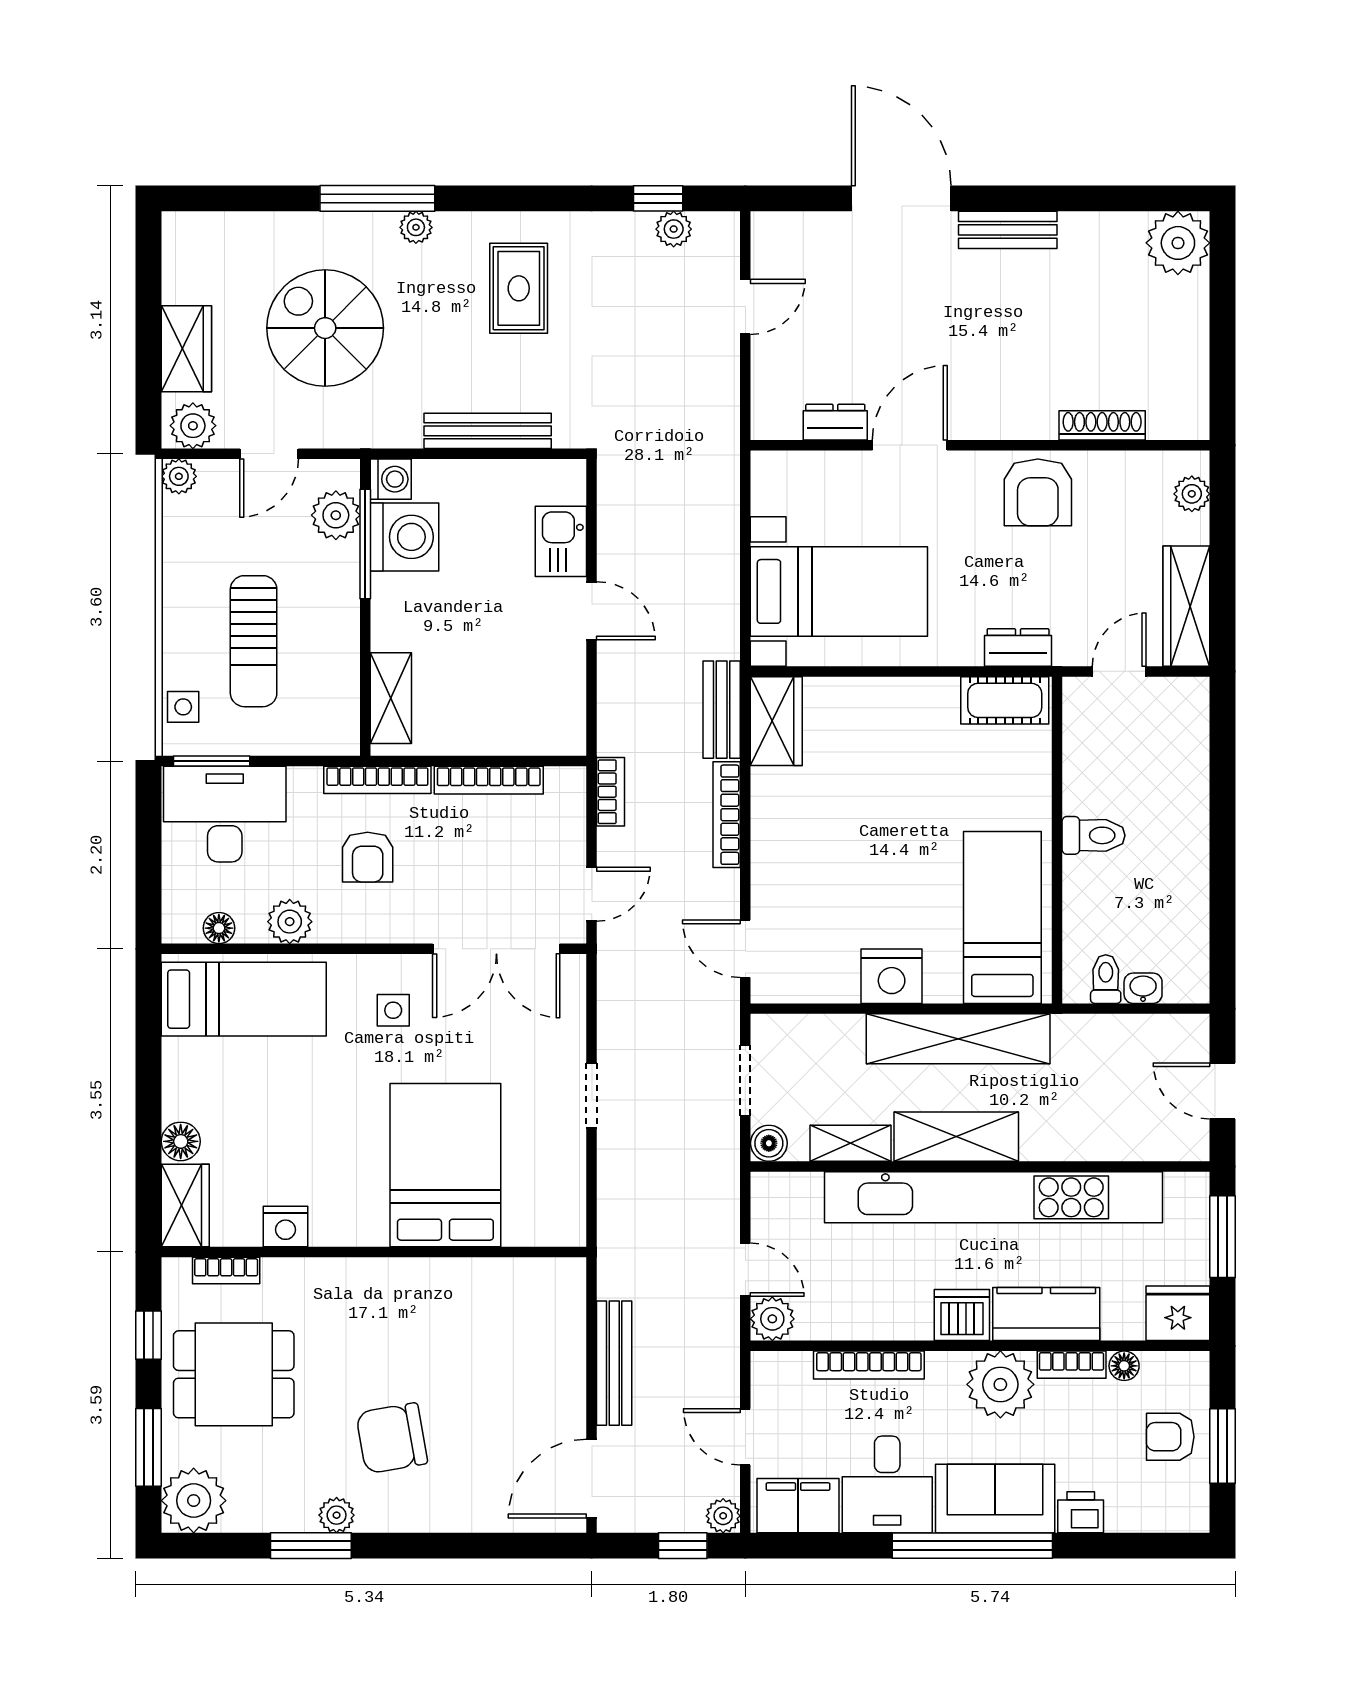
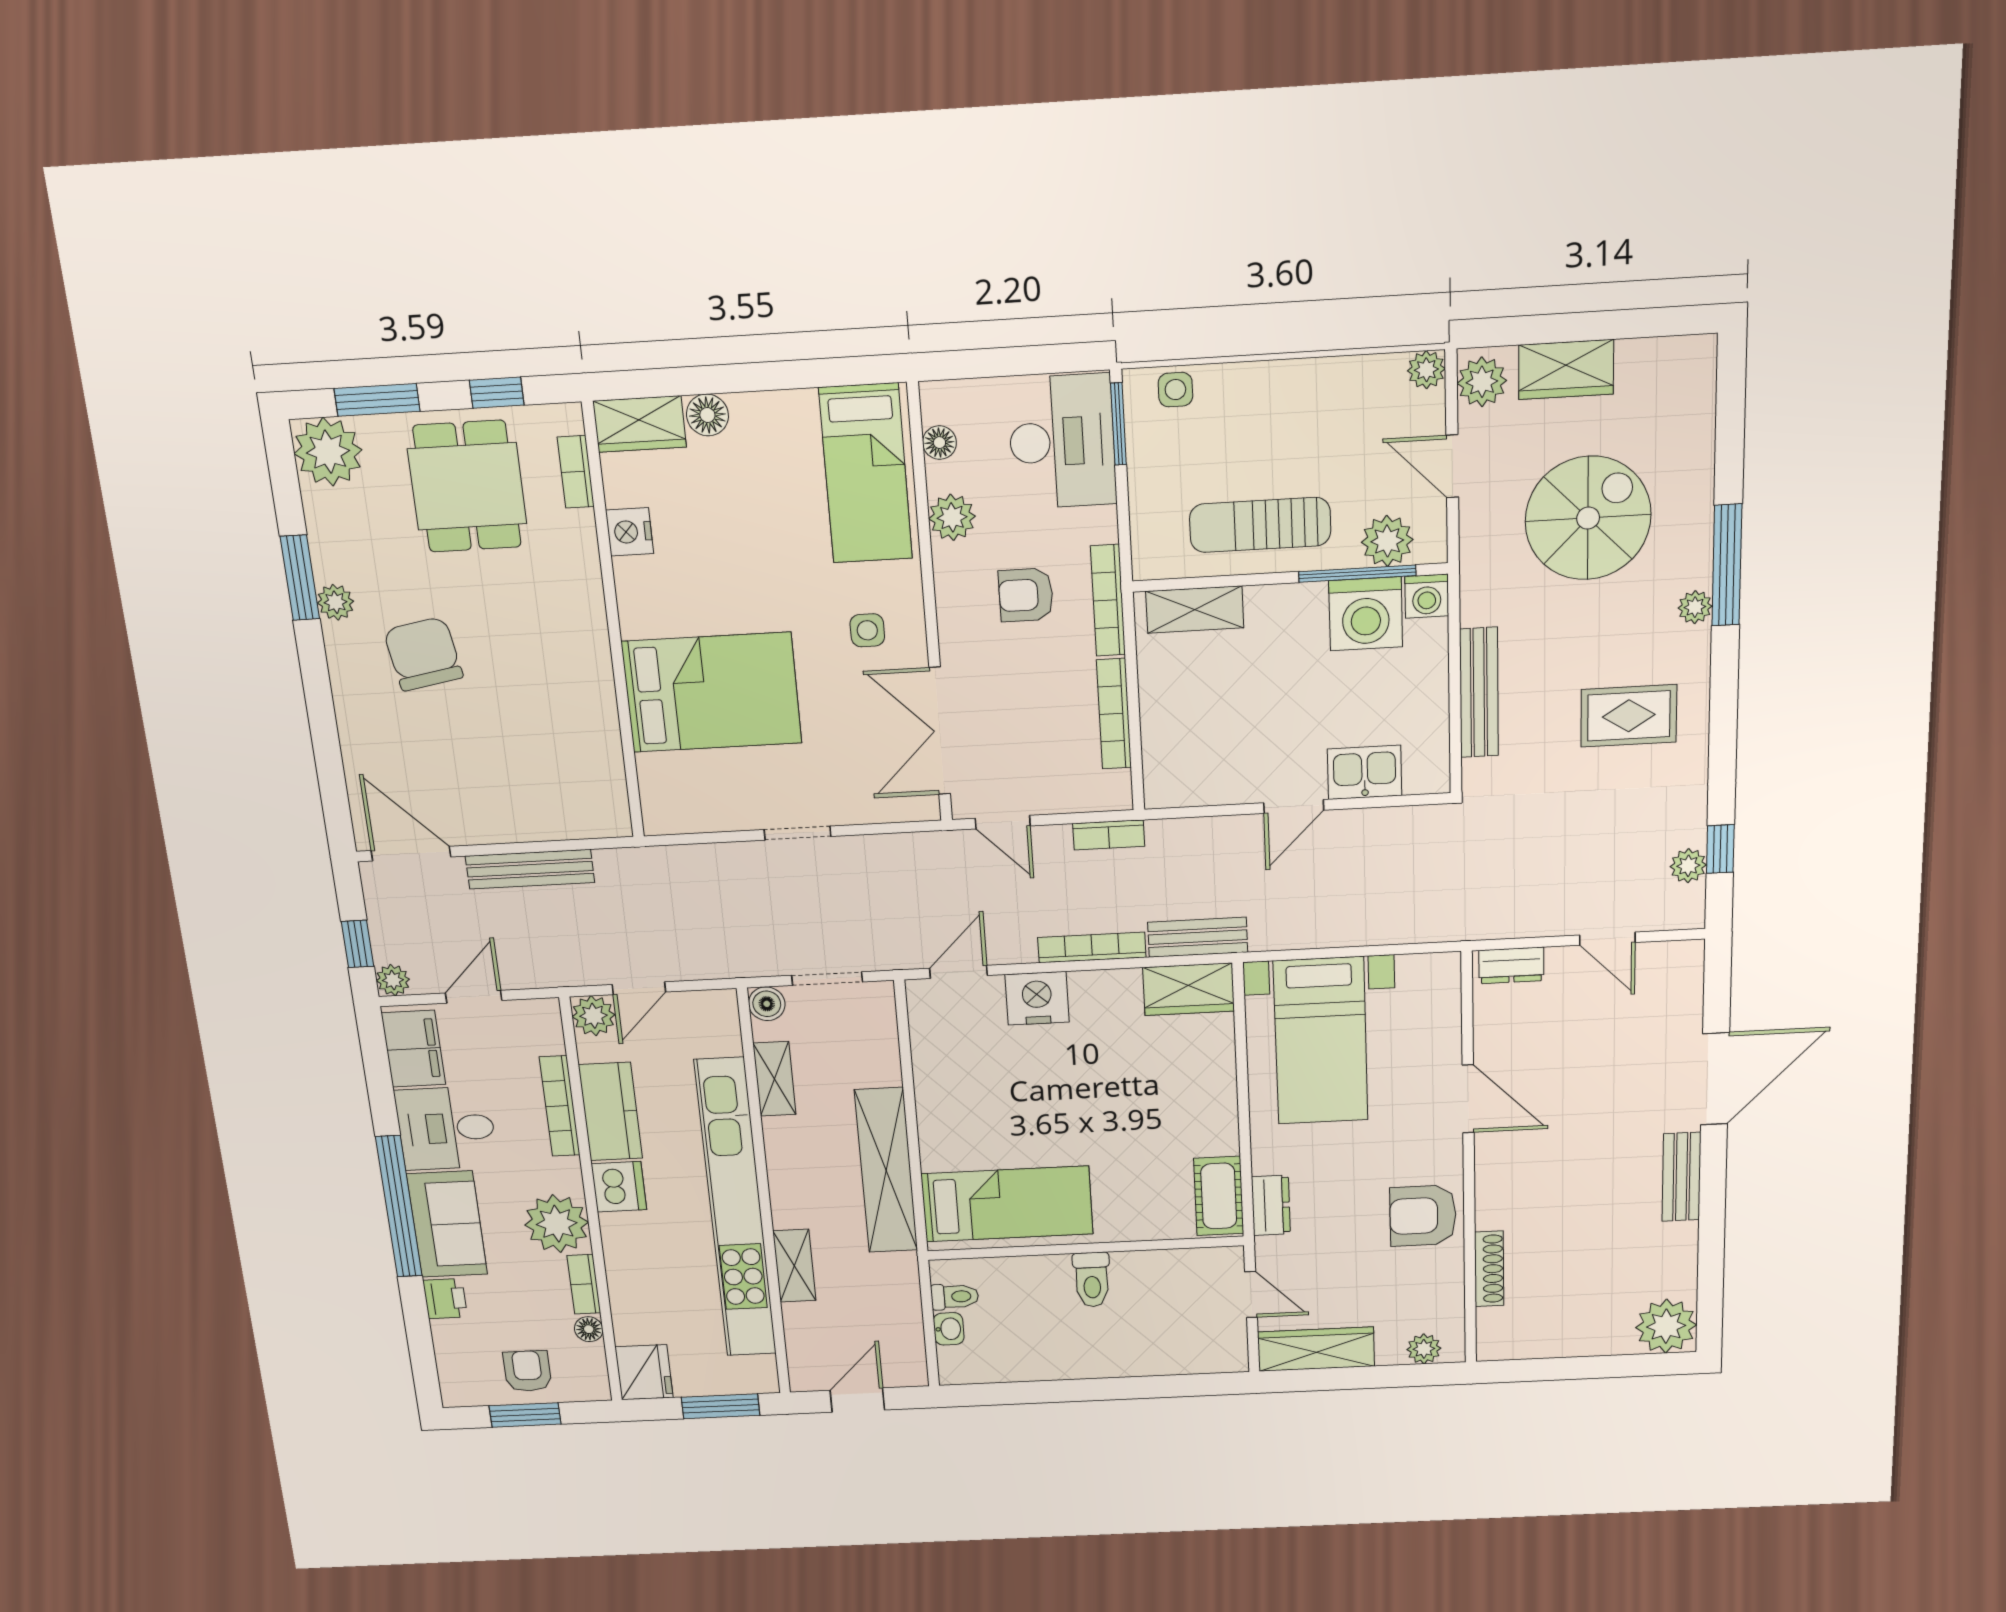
dresser: (835, 422) -> (1511, 965), moved, turned 90
sun lounger: (254, 641) -> (1260, 525), moved
nightstand: (892, 976) -> (1037, 998), moved, turned 90
shelving: (956, 1137) -> (794, 1266), moved, width x0.67, depth x0.75
kitchen counter: (1046, 1314) -> (610, 1112), moved

